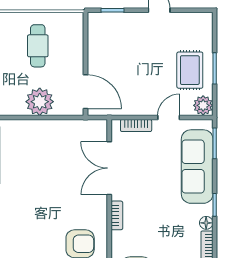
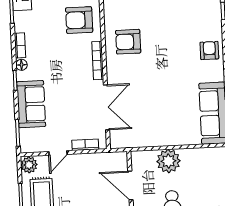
door: (86, 92) -> (130, 185), moved
sofa: (197, 167) -> (31, 104), width x0.73
bookcase: (117, 215) -> (98, 60), width x1.56

